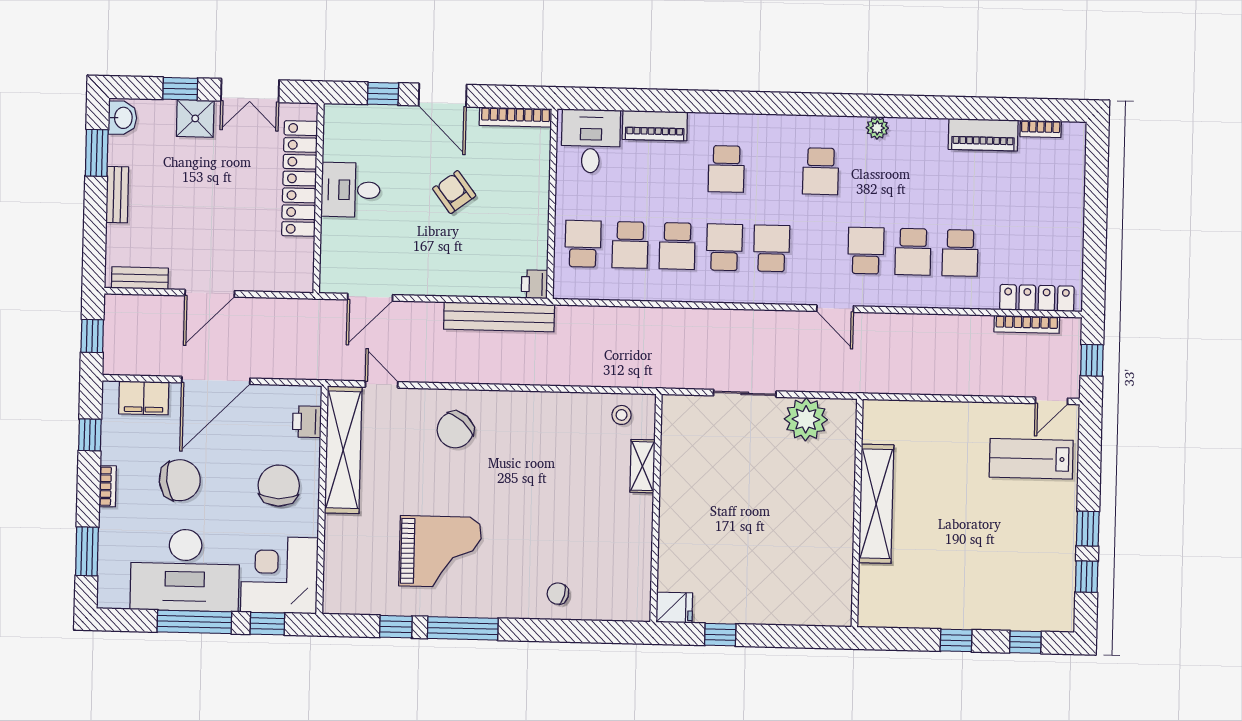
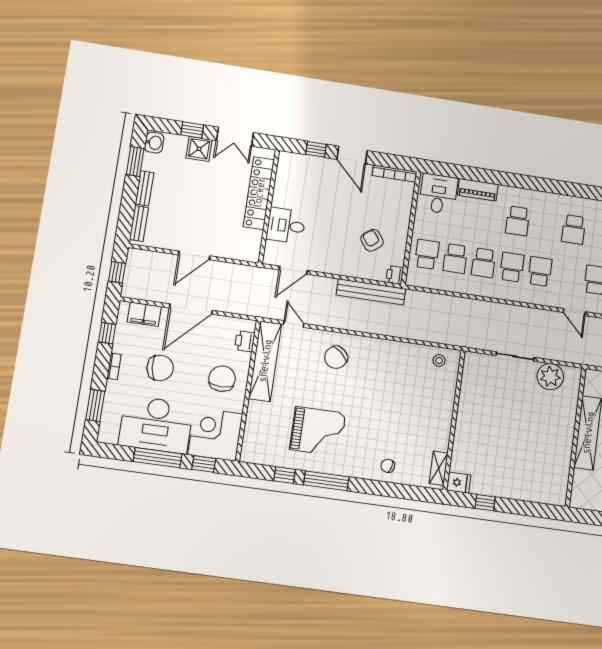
desk: (351, 190) -> (286, 226), moved
armchair: (454, 192) -> (372, 240), moved
bench: (140, 278) -> (139, 224), moved, turned 90
shelving: (642, 466) -> (439, 468), moved

